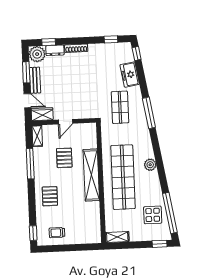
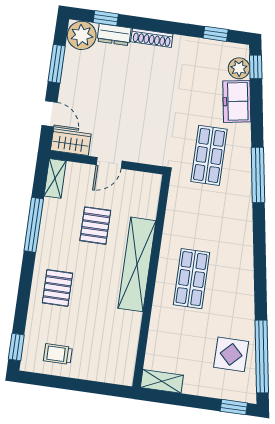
bench: (35, 80) -> (69, 80), removed
plant: (150, 165) -> (239, 68), moved
shop shelf: (123, 177) -> (192, 279), width x0.50, depth x0.74

